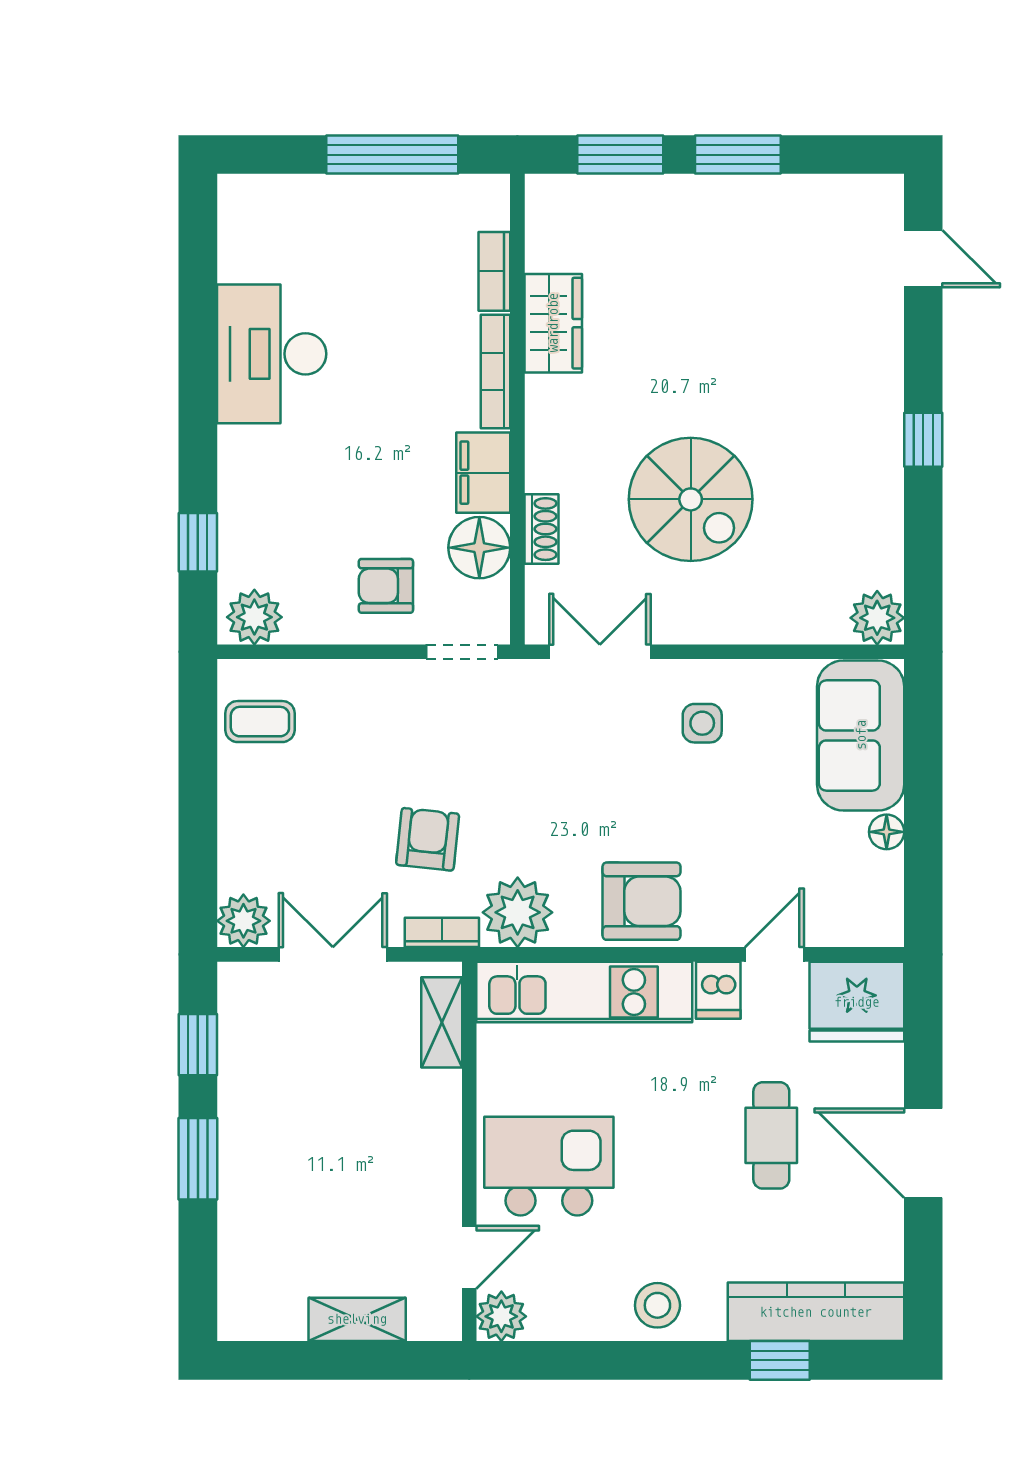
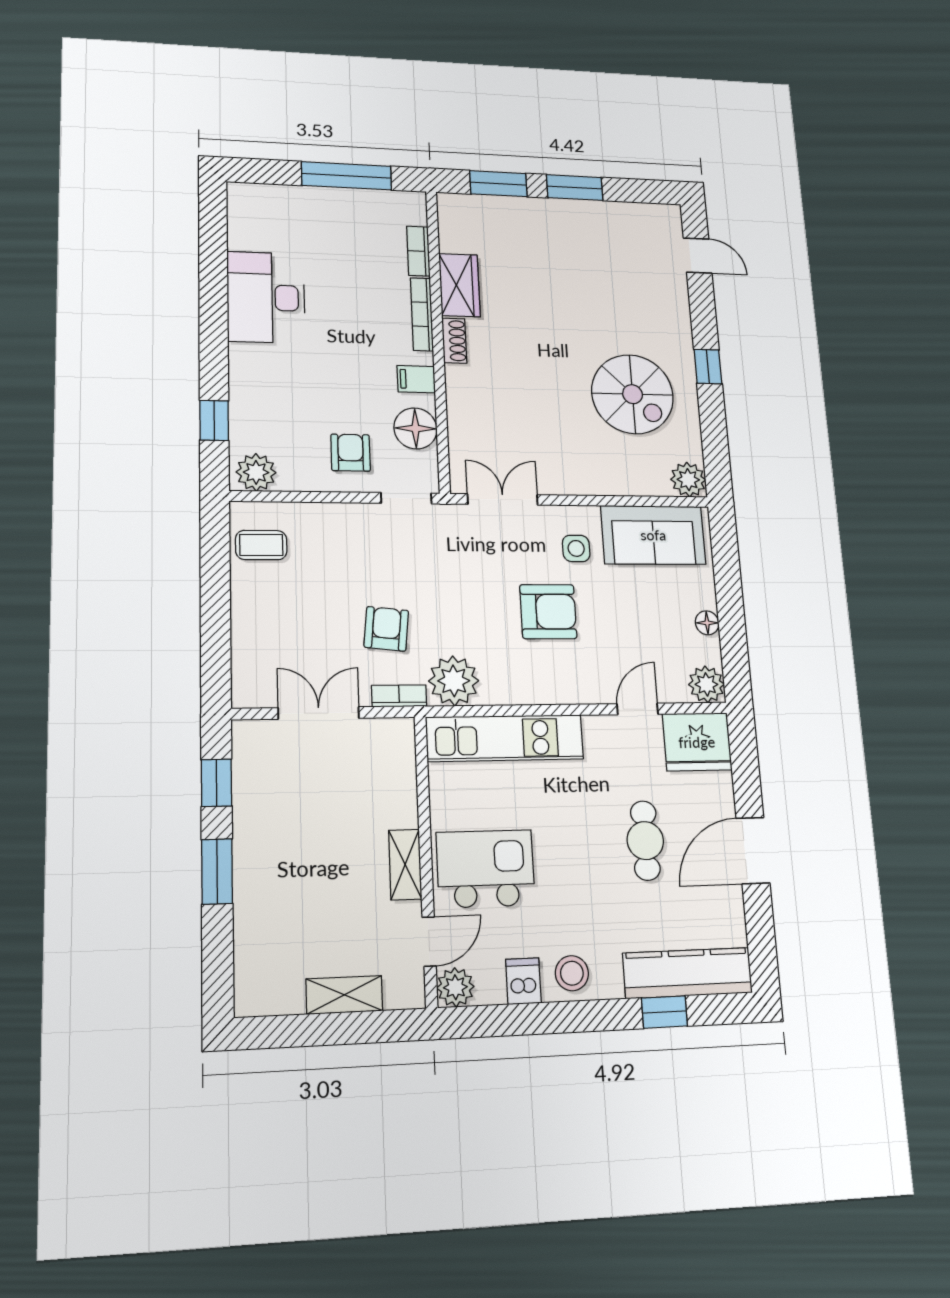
filing cabinet: (483, 473) -> (416, 379), width x0.50
spiral stairs: (691, 499) -> (633, 394), moved
shoe rack: (541, 529) -> (454, 341), moved
armchair: (386, 586) -> (351, 453), turned 90
sofa: (861, 735) -> (653, 535), moved, turned -90
armchair: (641, 901) -> (548, 612), moved
plant: (243, 921) -> (706, 684), moved
dishwasher: (718, 990) -> (523, 981), moved, turned 180
shelving: (442, 1022) -> (405, 865), moved
door: (923, 1153) -> (753, 850), hinge flipped

